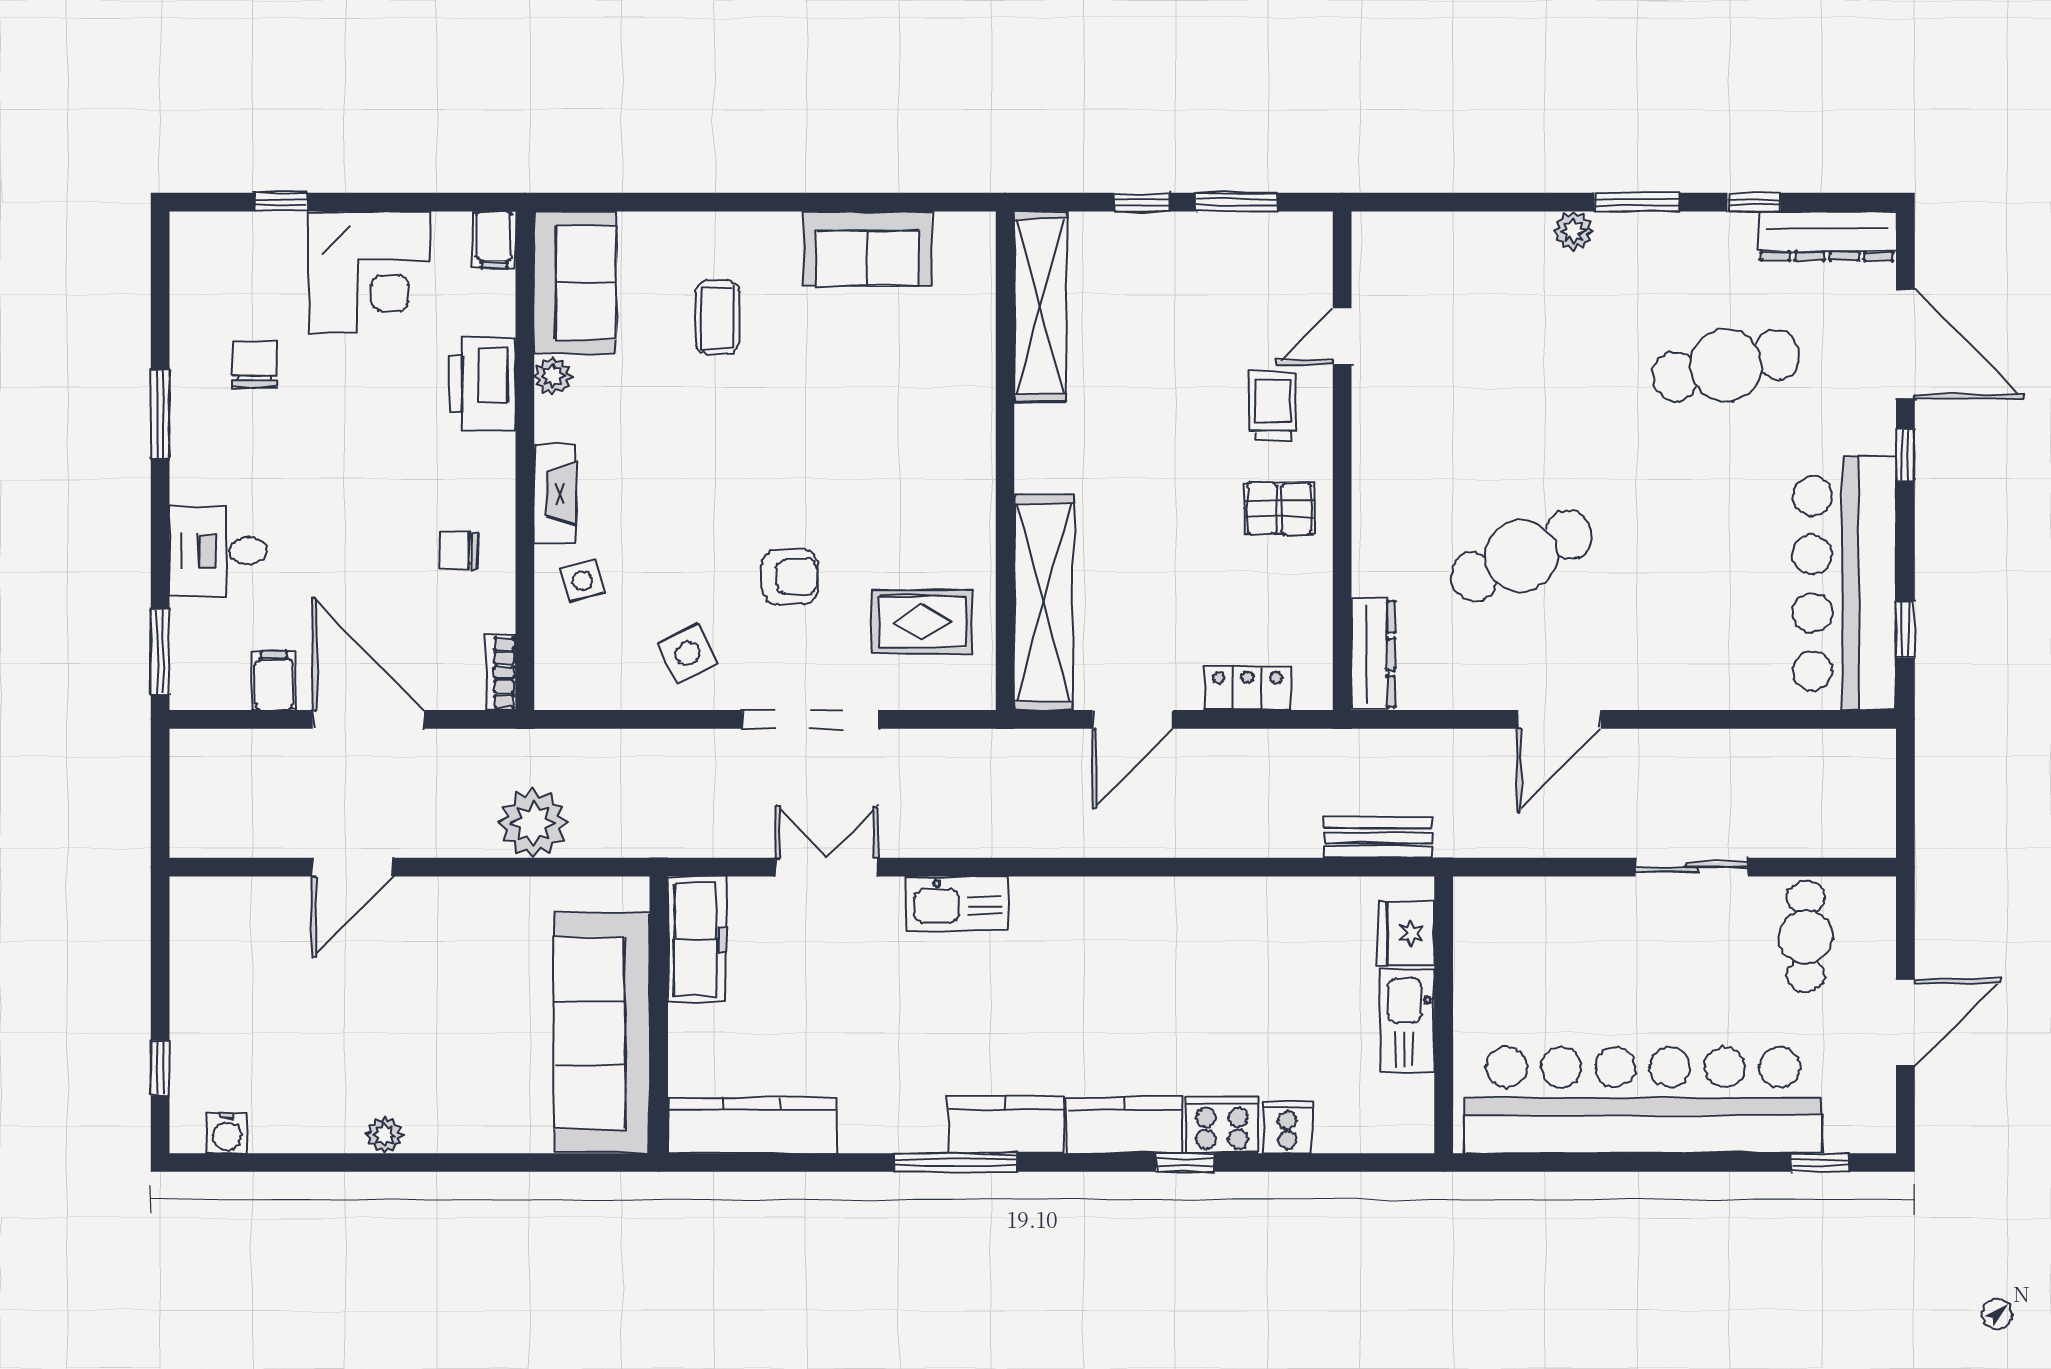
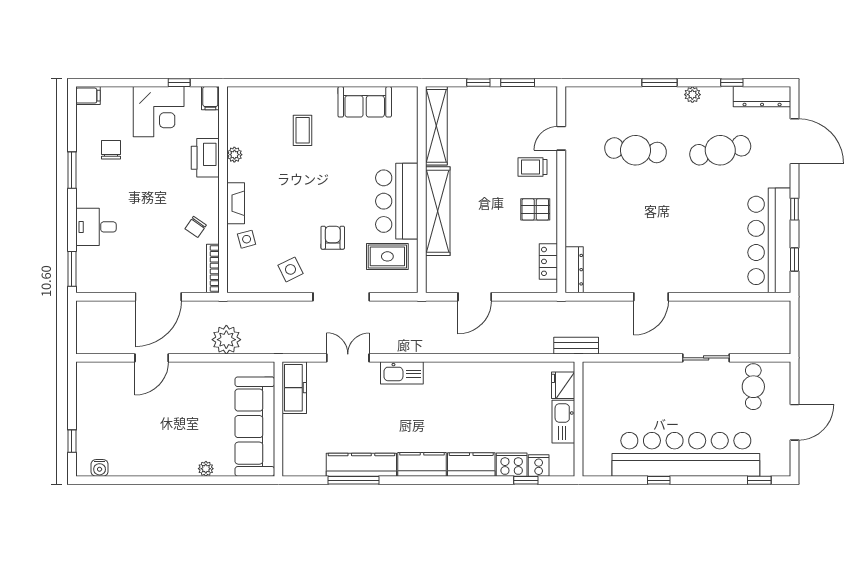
window: (281, 202) -> (179, 83), moved
window: (1637, 202) -> (659, 83), moved
plant: (1573, 231) -> (692, 95), moved
sofa: (575, 283) -> (244, 116), removed
trolley: (1273, 406) -> (533, 167), turned -90
window: (1905, 455) -> (794, 209), moved
bar counter: (945, 489) -> (397, 201), added
chair: (459, 551) -> (196, 227), turned -55
cafe table: (1521, 556) -> (636, 150), moved, turned 30
armchair: (790, 577) -> (333, 238), turned -90
shelving: (1044, 603) -> (438, 211), moved
bookcase: (501, 672) -> (213, 268), width x1.56
filing cabinet: (274, 681) -> (88, 96), moved, turned 90
locker: (1248, 688) -> (548, 261), moved, turned -90
door: (369, 719) -> (158, 297), swing flipped
fridge: (1407, 933) -> (563, 385), moved
wall: (1444, 1015) -> (578, 419), moved
kitchen sink: (1407, 1021) -> (563, 422), moved
kitchen counter: (752, 1125) -> (361, 465), moved
plant: (385, 1135) -> (206, 469), moved
window: (955, 1163) -> (353, 480), moved
window: (1185, 1163) -> (526, 480), moved
window: (1577, 1163) -> (659, 480), added

